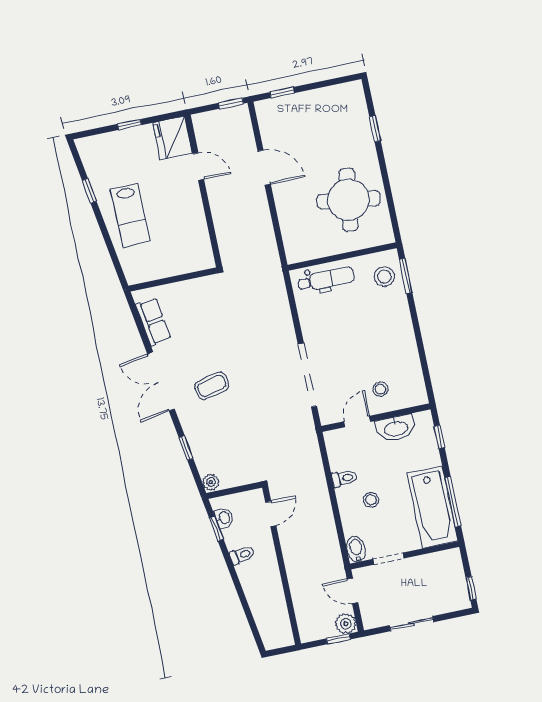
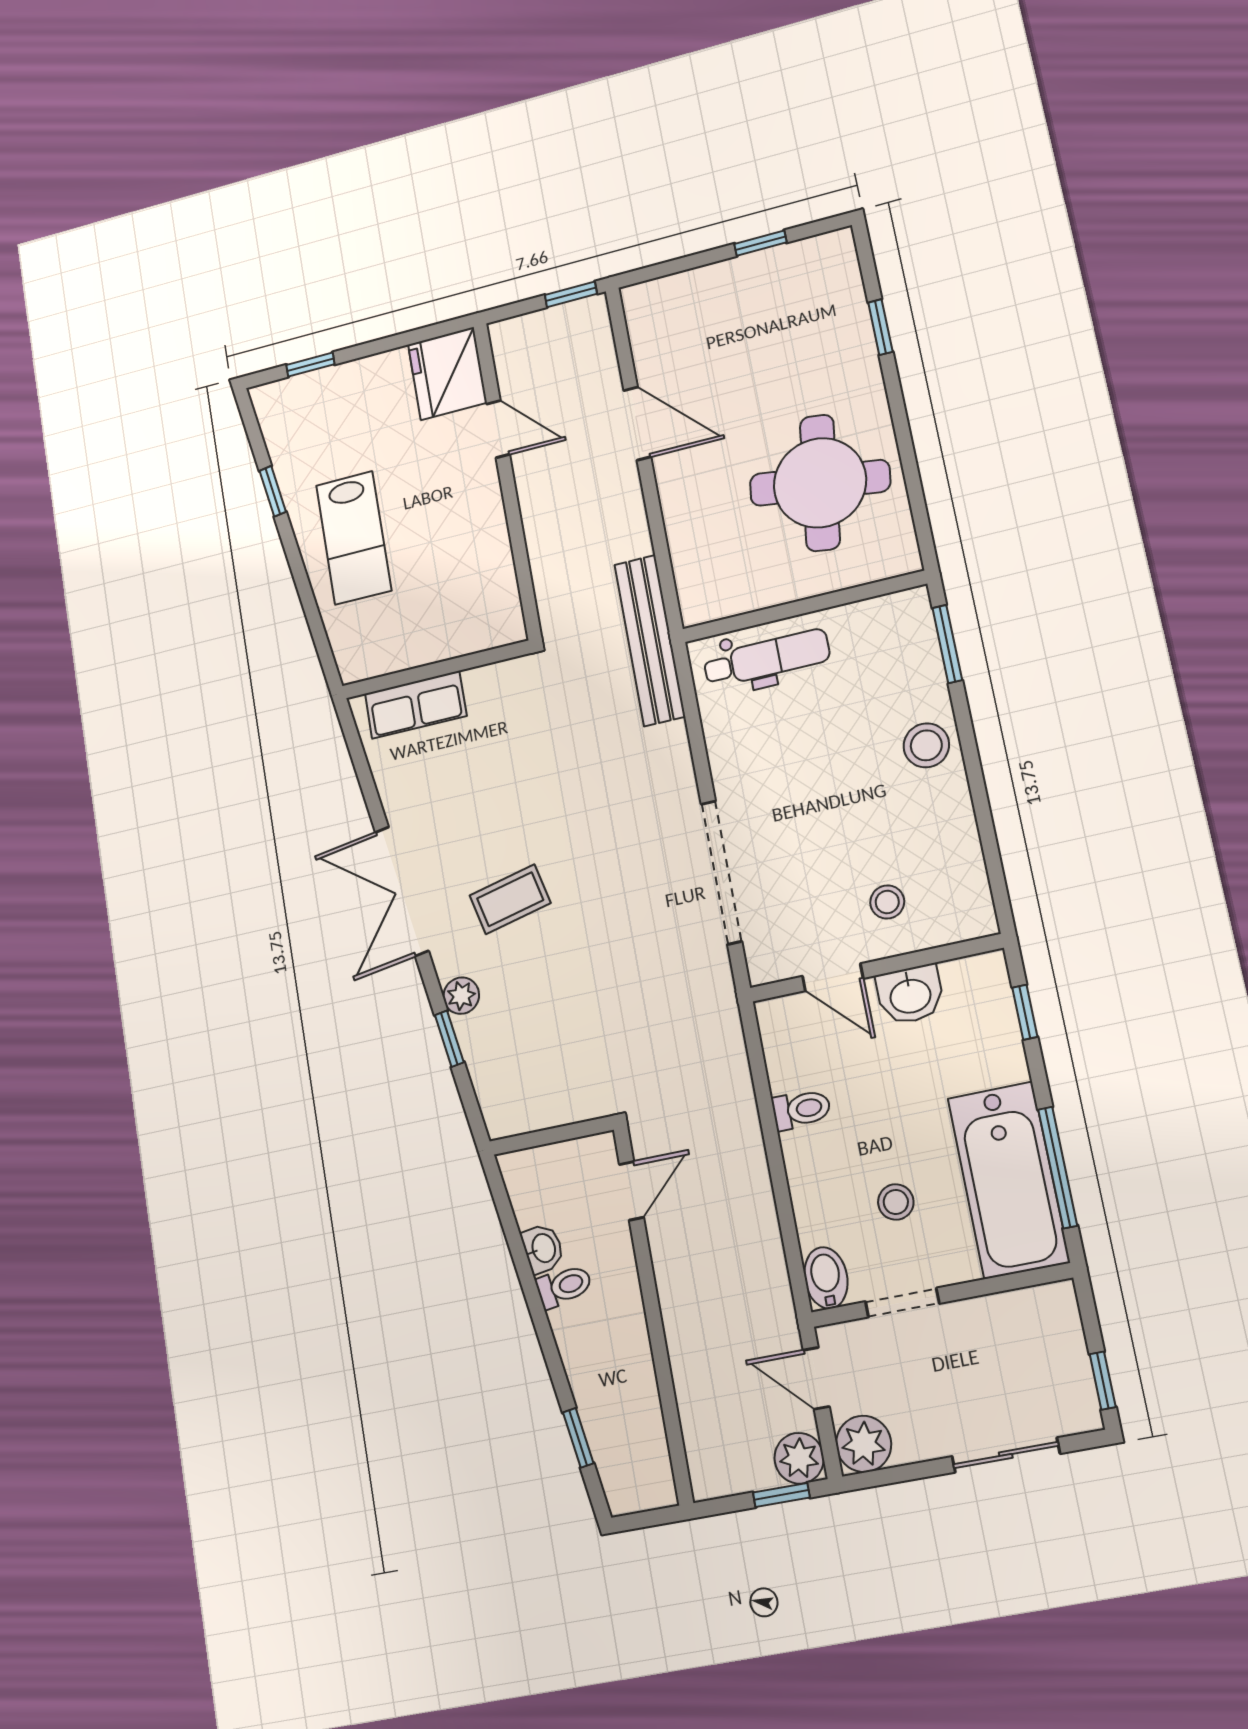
window: (282, 93) -> (760, 243), moved
window: (129, 124) -> (310, 365), moved
bench: (273, 269) -> (650, 640), added
stool: (384, 277) -> (926, 745), moved
row of seats: (153, 322) -> (416, 705), moved, turned 99
door: (357, 422) -> (833, 977), swing flipped
washbasin: (396, 428) -> (910, 995), width x0.72
plant: (211, 482) -> (461, 996), moved
stool: (371, 500) -> (896, 1202), moved
washbasin: (224, 518) -> (543, 1248), moved
window: (216, 529) -> (578, 1438), moved
plant: (373, 617) -> (864, 1444), added
sliding door: (412, 624) -> (1006, 1455), moved

